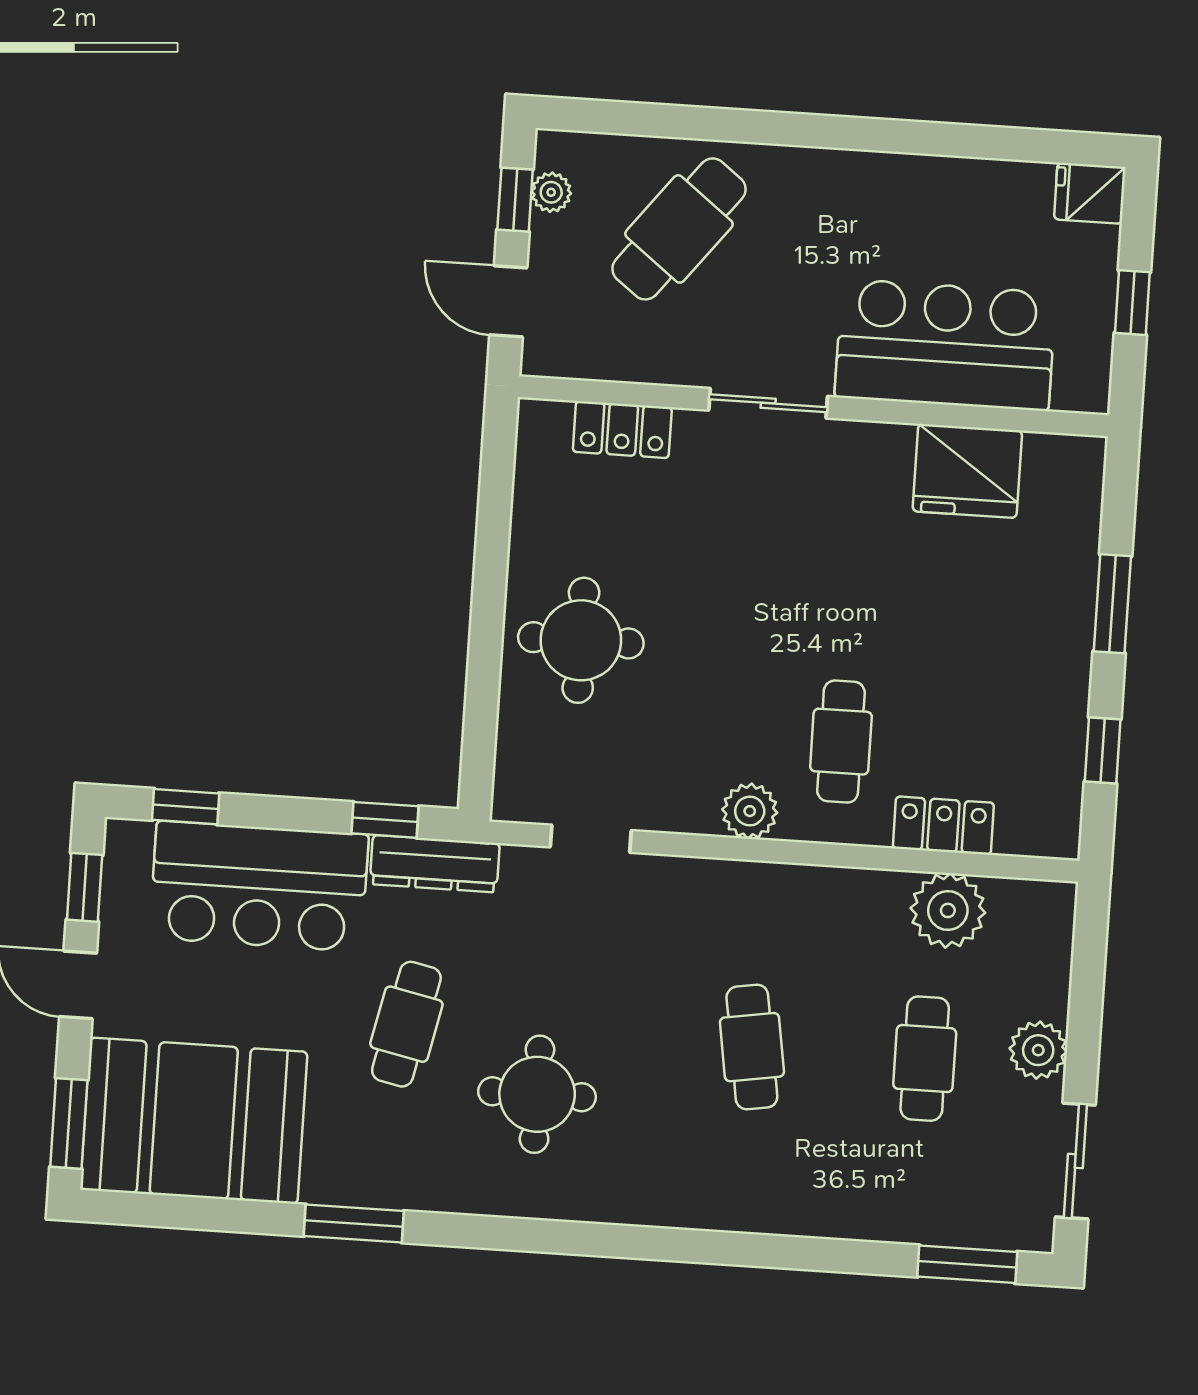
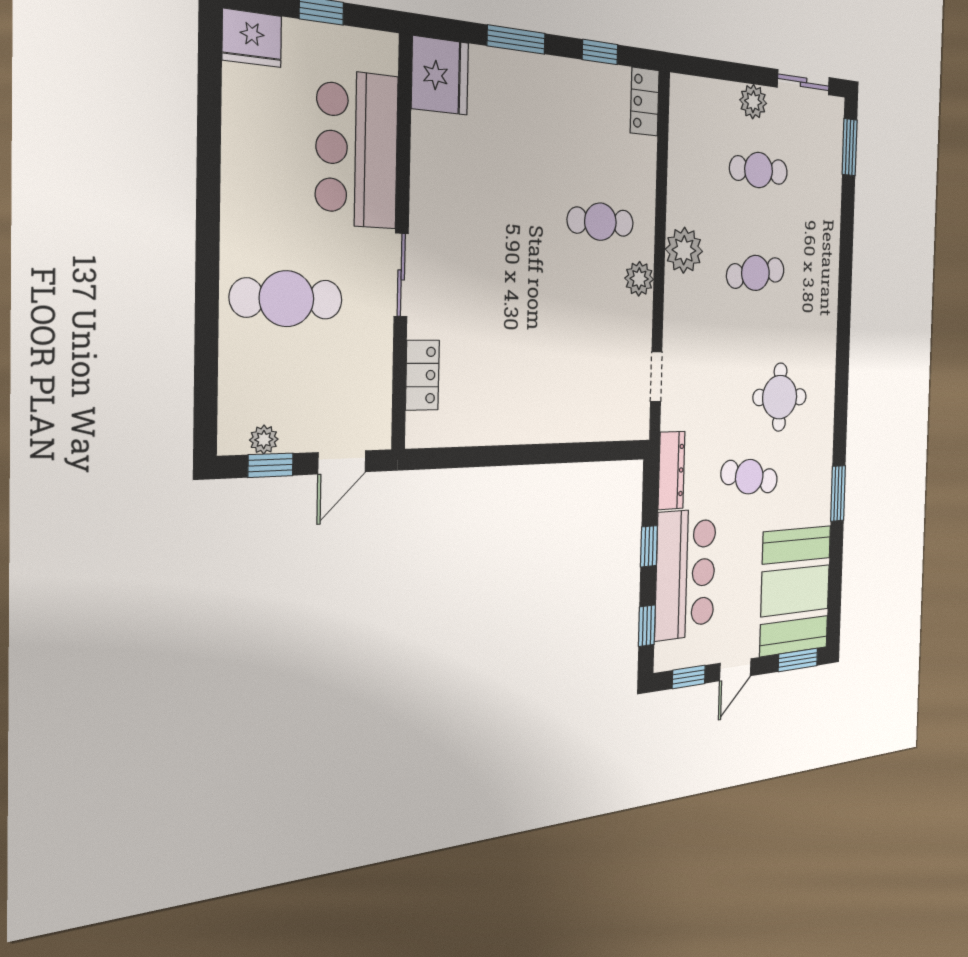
fridge: (1090, 193) -> (252, 38), width x1.38
cafe table: (679, 229) -> (287, 299), moved, turned -38
fridge: (967, 471) -> (440, 76), moved
round table: (581, 640) -> (550, 392), removed
window: (385, 820) -> (649, 546), moved
locker: (943, 826) -> (645, 102), moved
plant: (948, 910) -> (684, 250), moved

